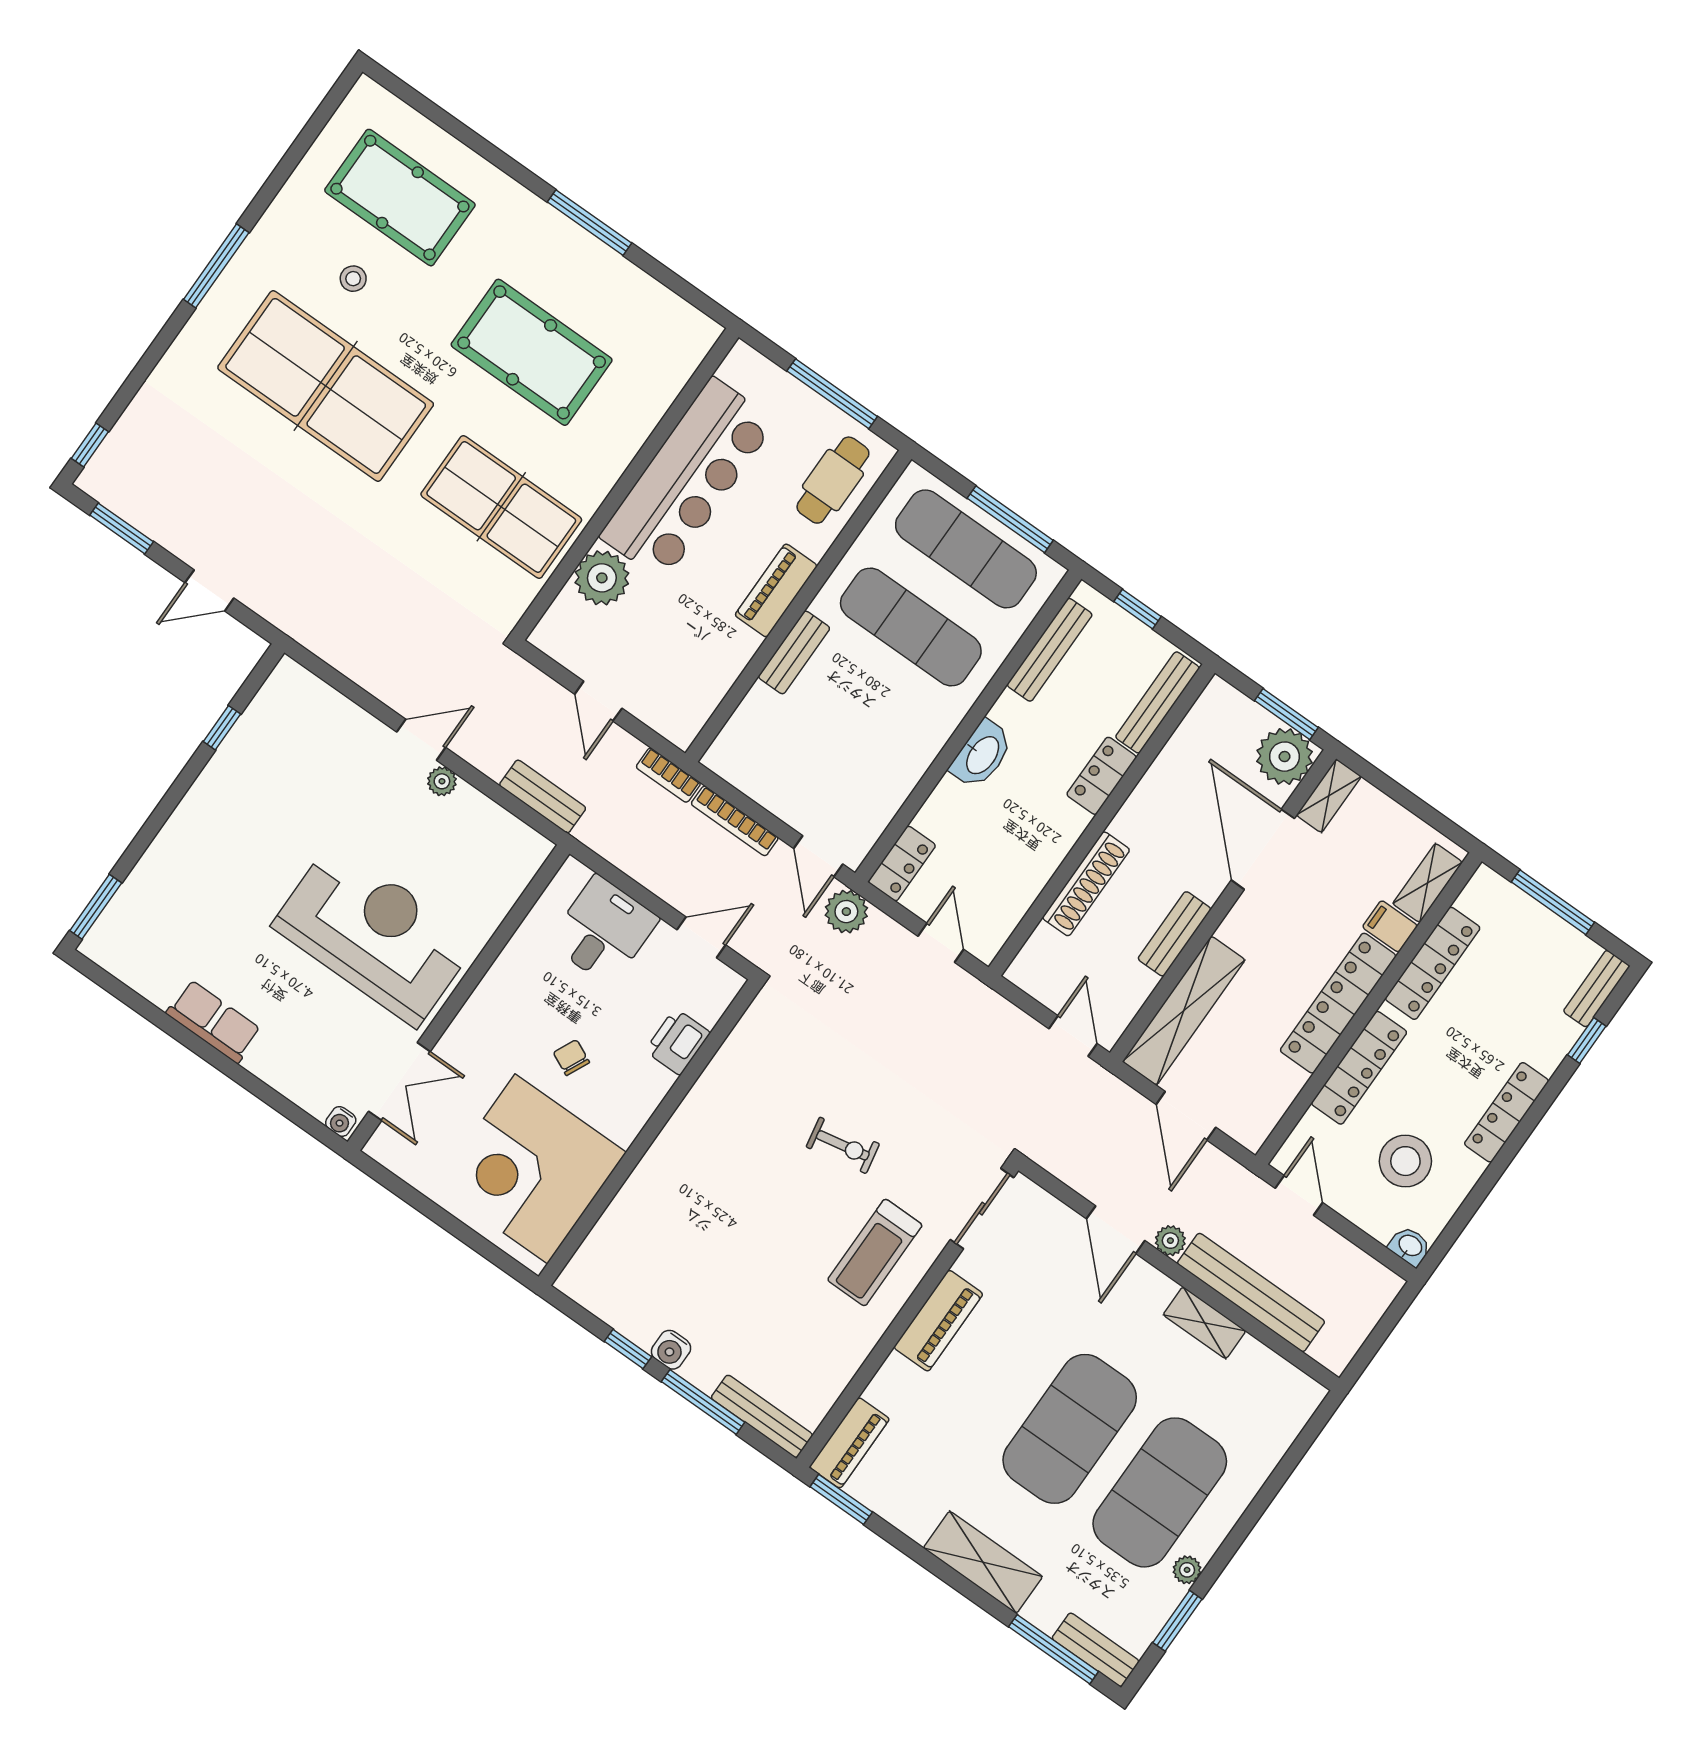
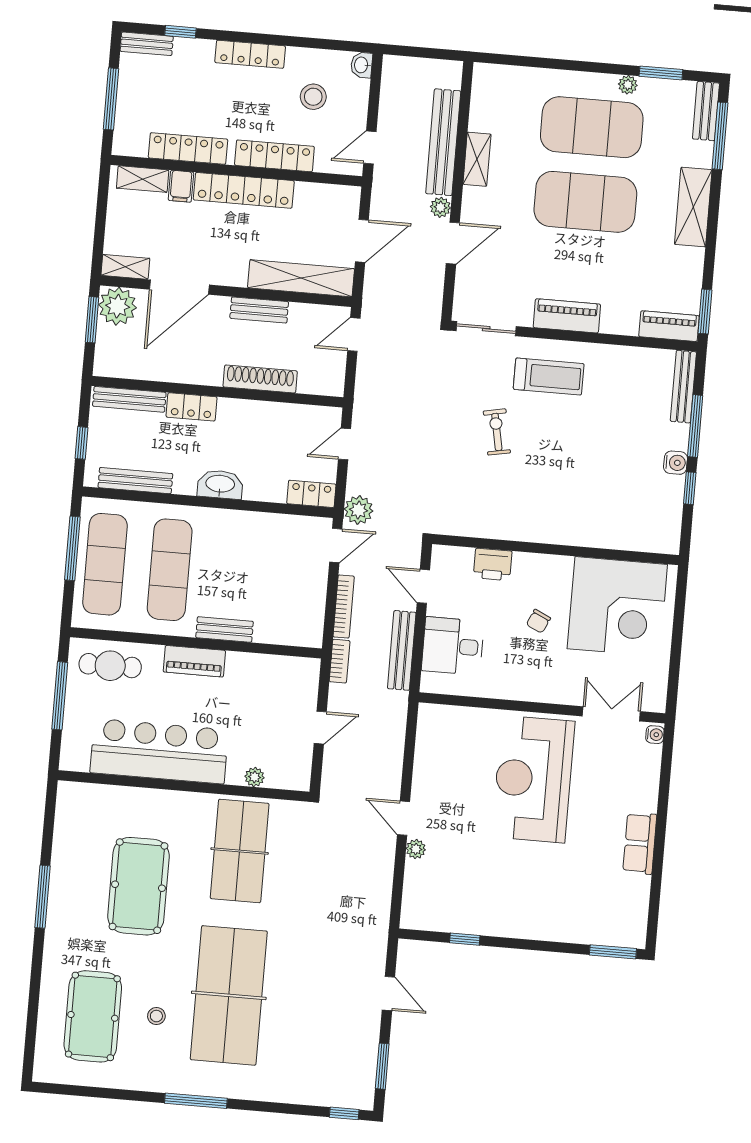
plant: (602, 578) -> (255, 777), width x0.53, depth x0.53
plant: (442, 781) -> (416, 849), moved
bench: (543, 796) -> (402, 650), moved, width x1.36
stool: (1405, 1161) -> (313, 97), width x0.73, depth x0.73

